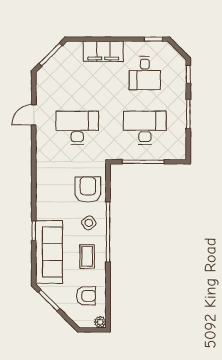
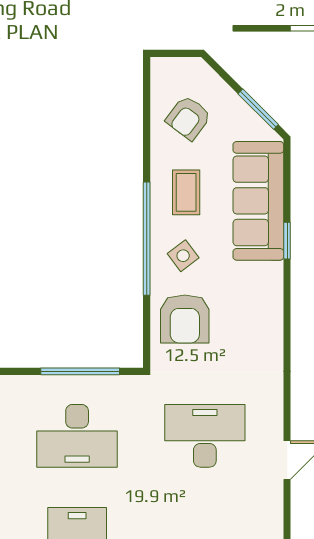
desk: (77, 128) -> (205, 436), turned 180
armchair: (86, 296) -> (188, 118), turned -53
plant: (100, 322) -> (161, 68), removed

